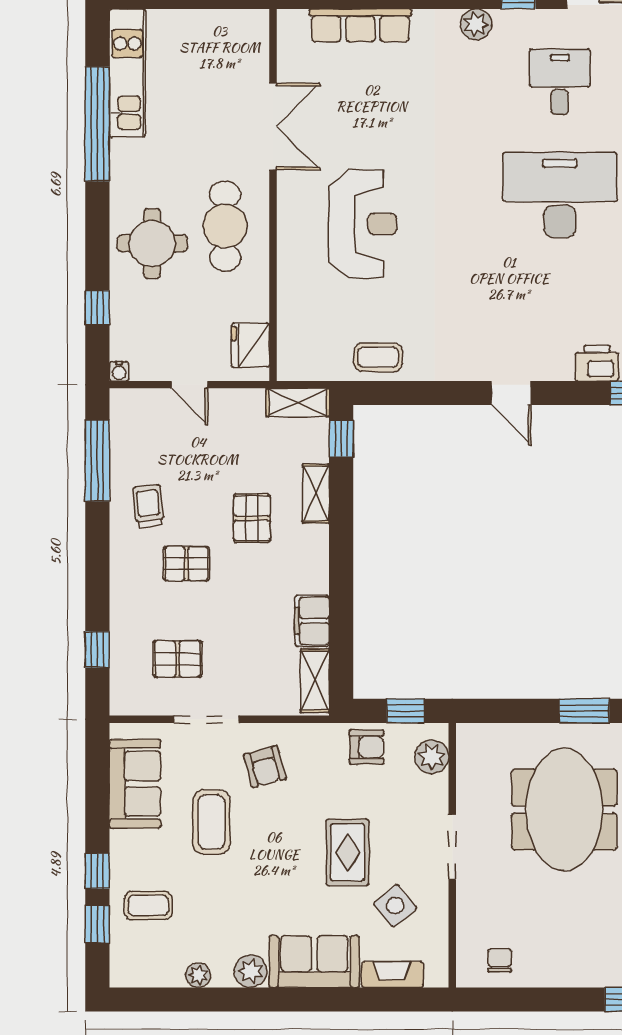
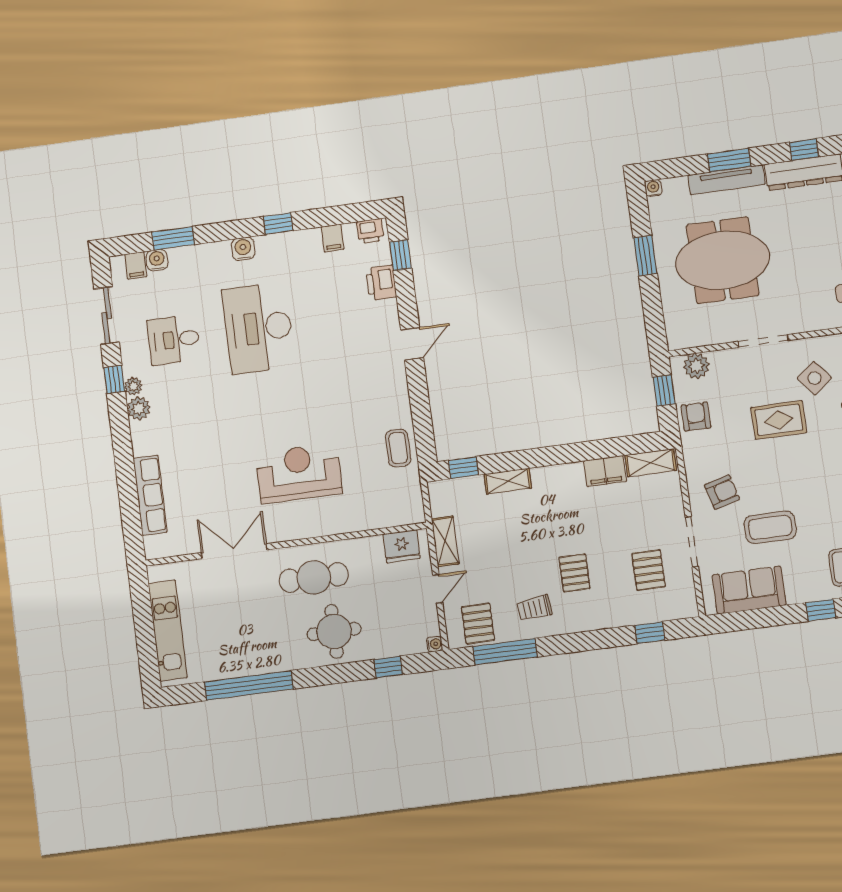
plant: (506, 21) -> (133, 386), added
kitchen unit: (127, 73) -> (168, 631), moved, turned 90
shelving: (298, 402) -> (445, 541), moved
pallet: (252, 518) -> (478, 624), moved, turned 90

